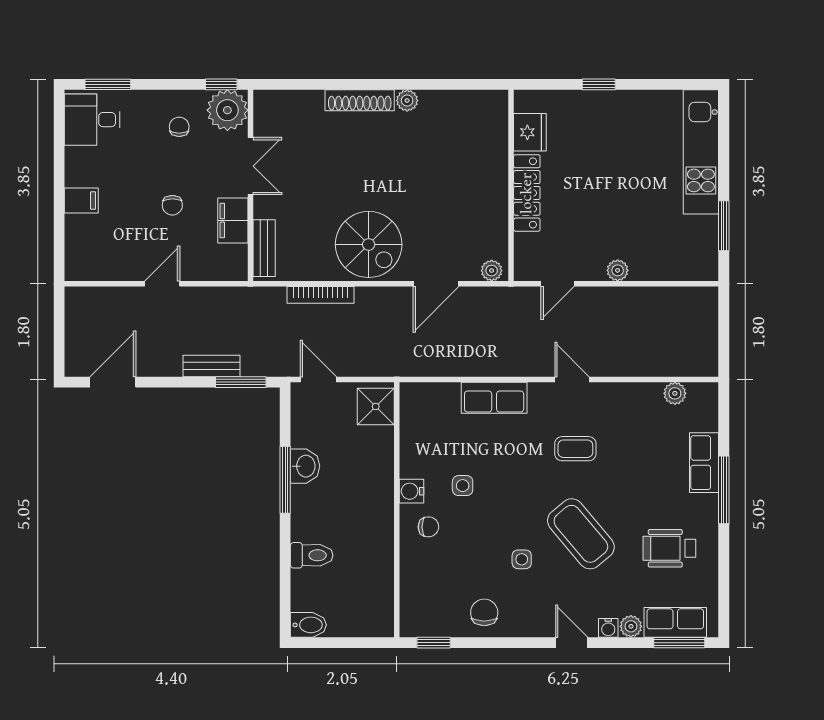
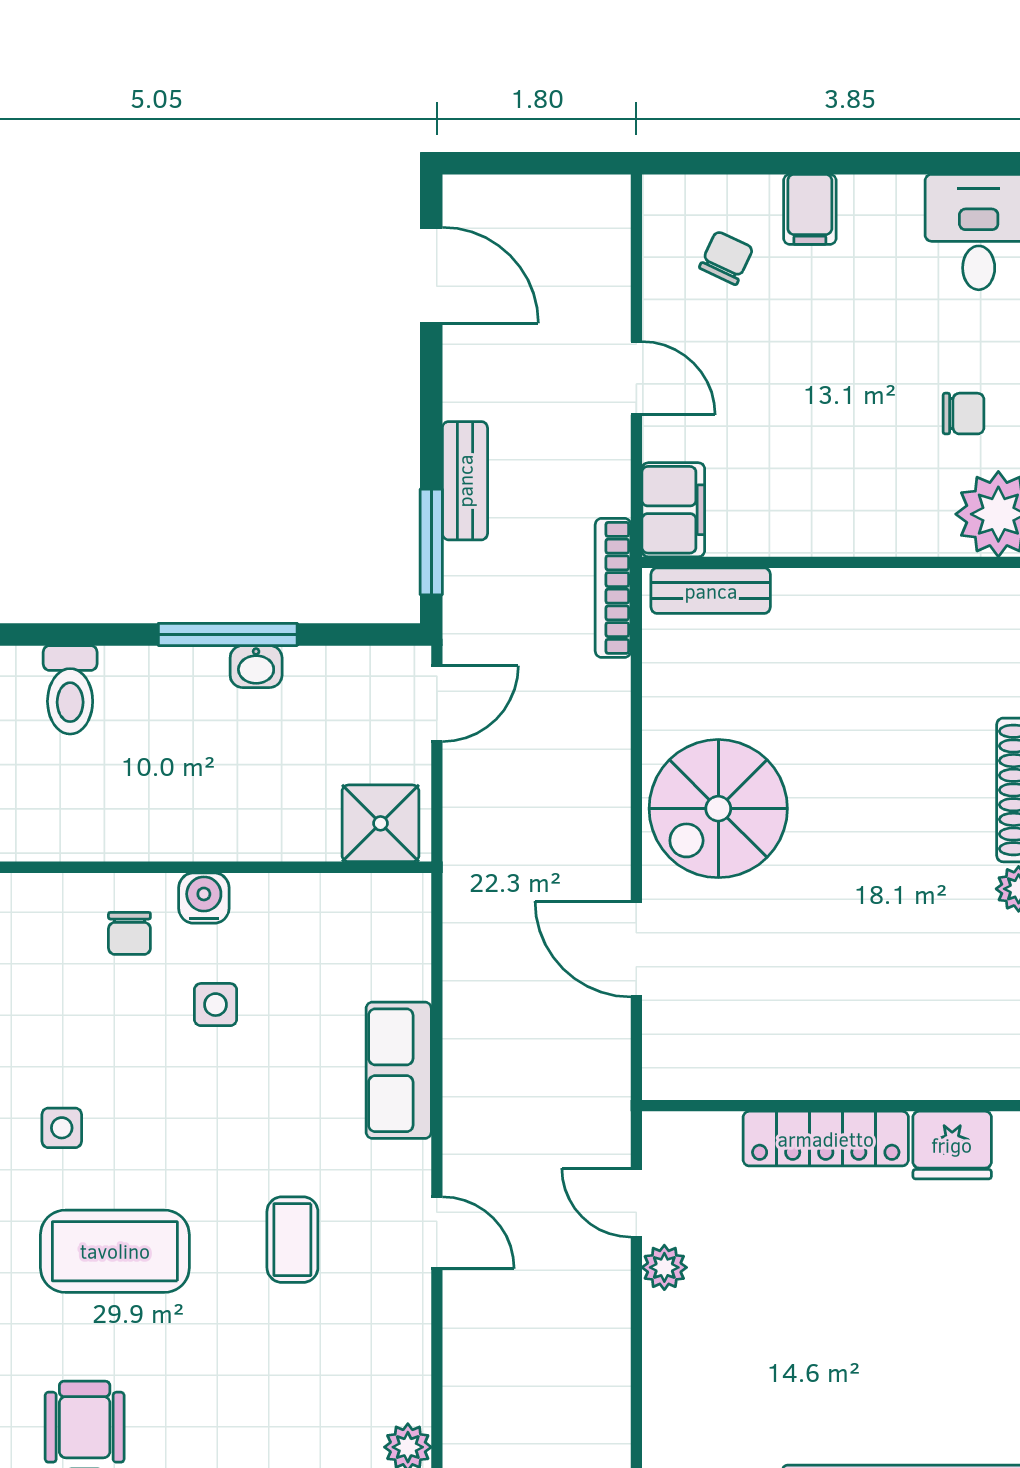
double door: (251, 166) -> (882, 562), removed
chair: (172, 205) -> (726, 258), moved, turned 115
filing cabinet: (233, 220) -> (673, 510), moved, turned 90
plant: (618, 270) -> (664, 1267), moved
plant: (492, 271) -> (664, 1065), removed
bookcase: (321, 295) -> (613, 588), moved
door: (572, 379) -> (437, 1233), hinge flipped
washbasin: (305, 466) -> (256, 667), width x0.72, depth x0.69
coffee table: (581, 534) -> (115, 1251), turned 40

